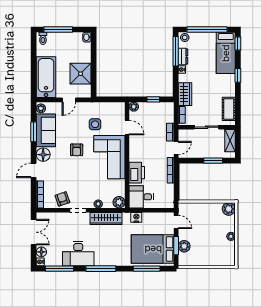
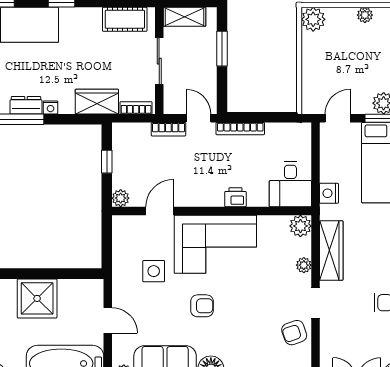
shower: (81, 74) -> (37, 298), moved
printer: (137, 173) -> (235, 197), width x0.53, depth x0.68

